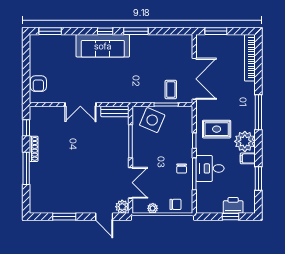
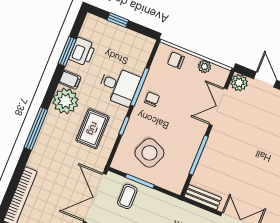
side table: (152, 120) -> (149, 153), moved
rug: (217, 129) -> (93, 129), turned 90
printer: (233, 205) -> (82, 52), moved, turned -90

